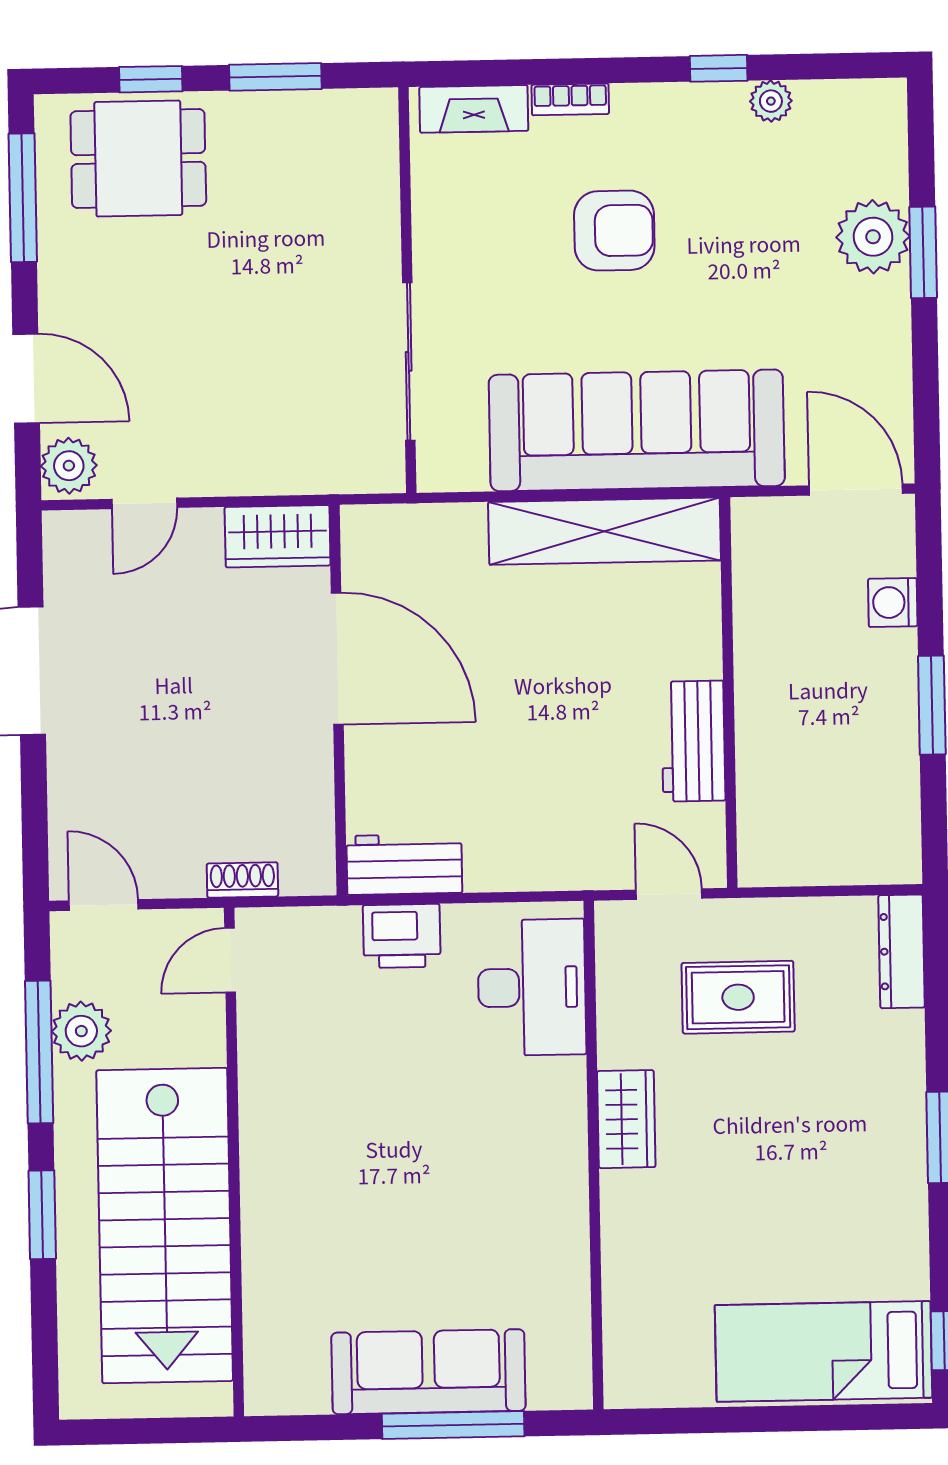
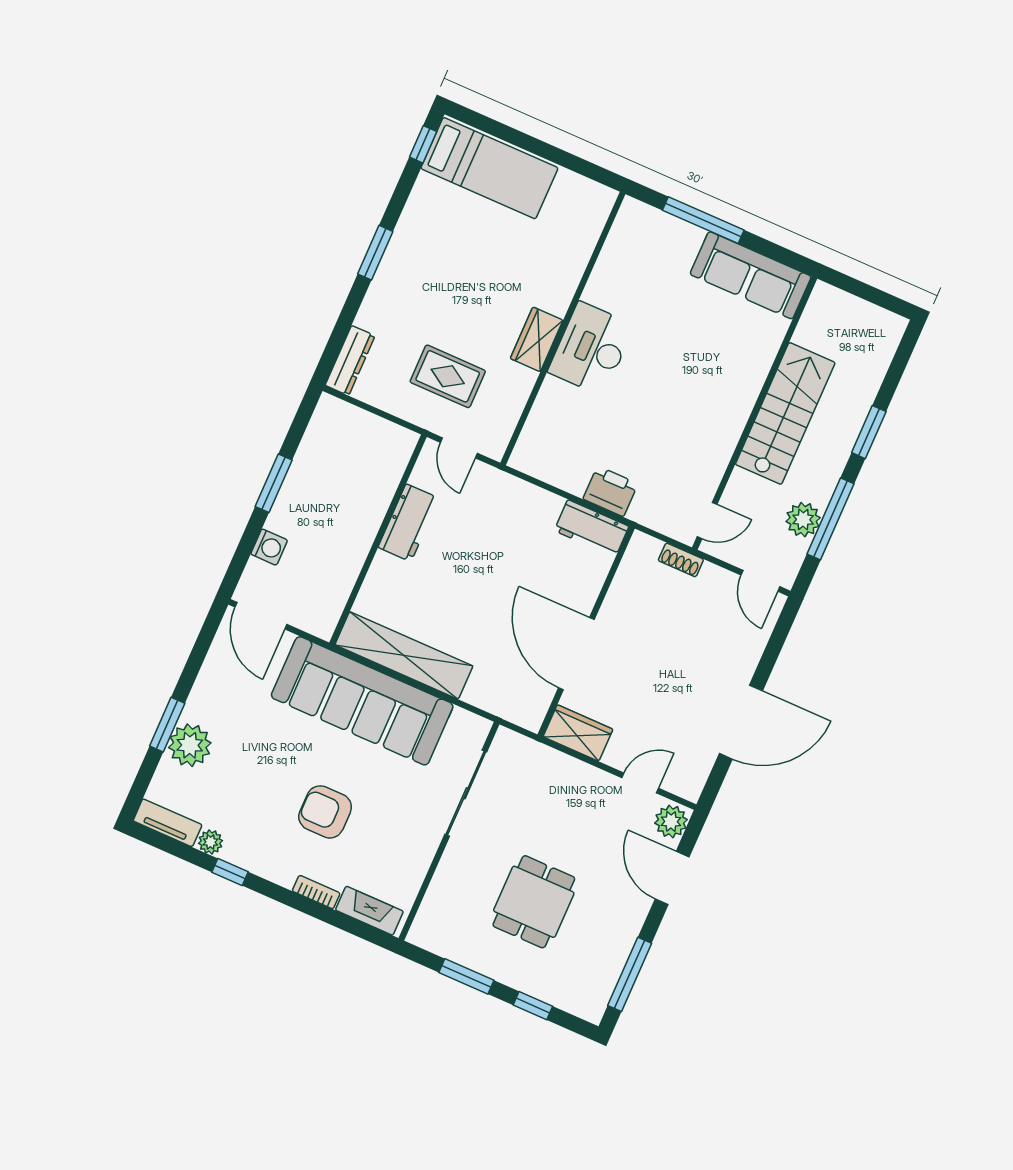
tv unit: (852, 100) -> (168, 823), added
dining table: (138, 159) -> (534, 902), moved, turned 90
desk: (532, 987) -> (591, 349), moved
stairs: (165, 1226) -> (785, 413), width x0.73, depth x0.66
sofa: (428, 1372) -> (751, 275), moved

